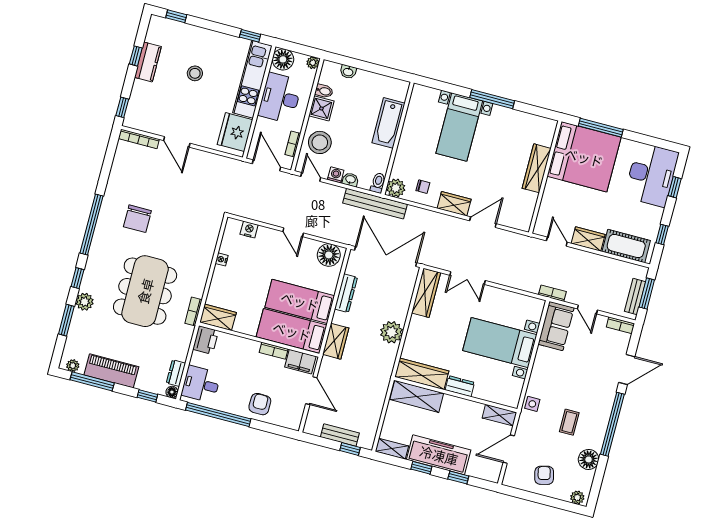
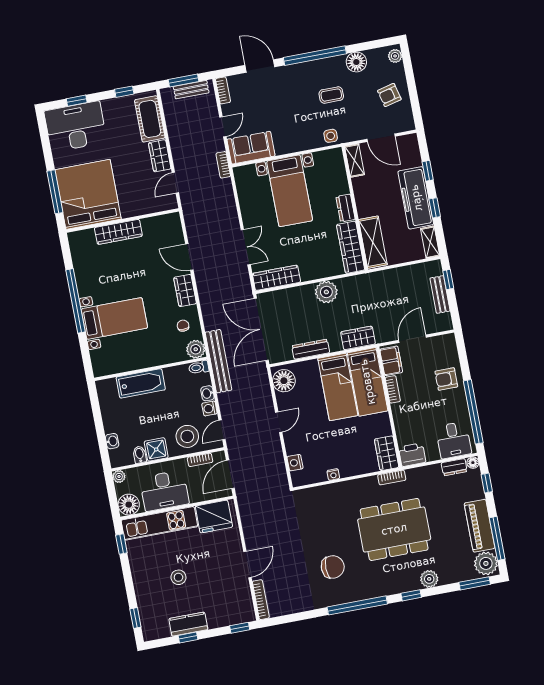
window: (492, 99) -> (76, 301), width x1.46
window: (66, 320) -> (475, 583), moved
plant: (73, 366) -> (486, 563), width x1.88, depth x1.88

